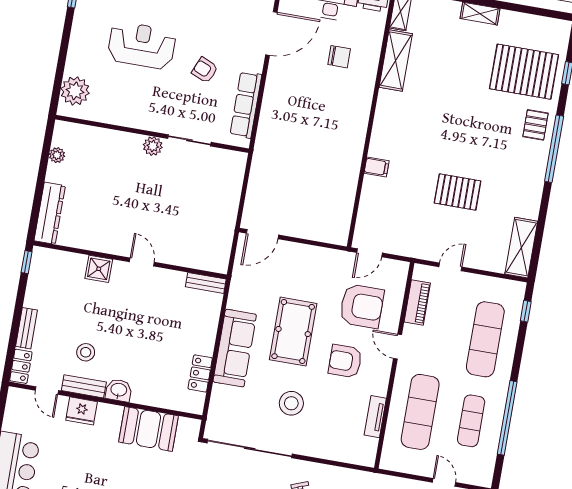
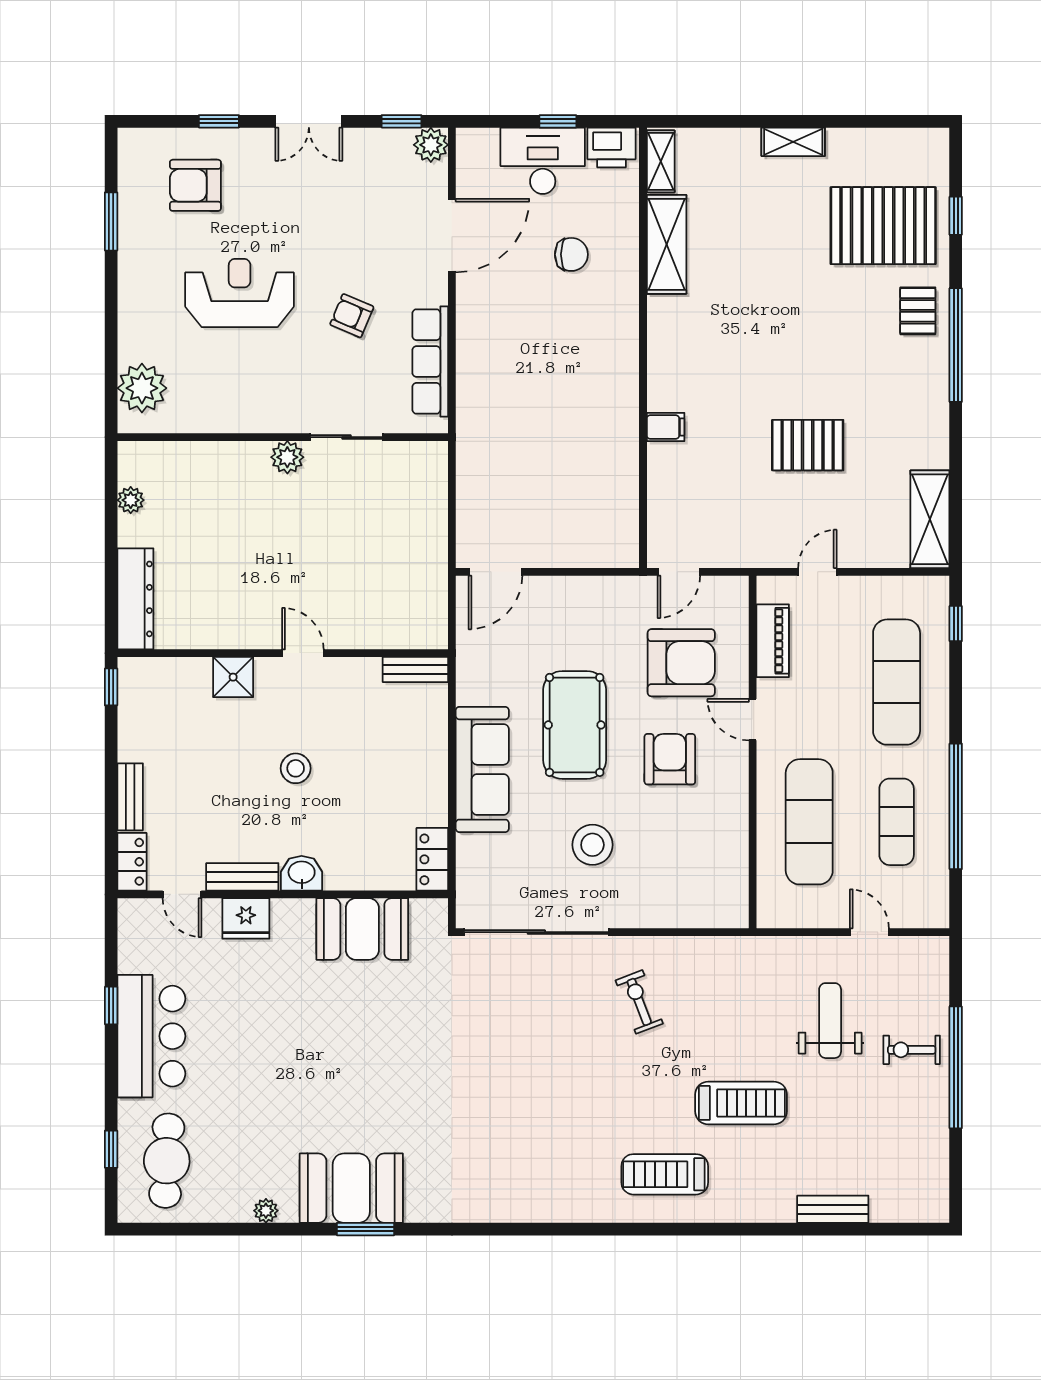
stool: (86, 352) -> (296, 768), moved
armchair: (345, 361) -> (670, 759), turned 90
locker: (200, 373) -> (432, 859), moved
tv unit: (375, 417) -> (736, 843), removed

